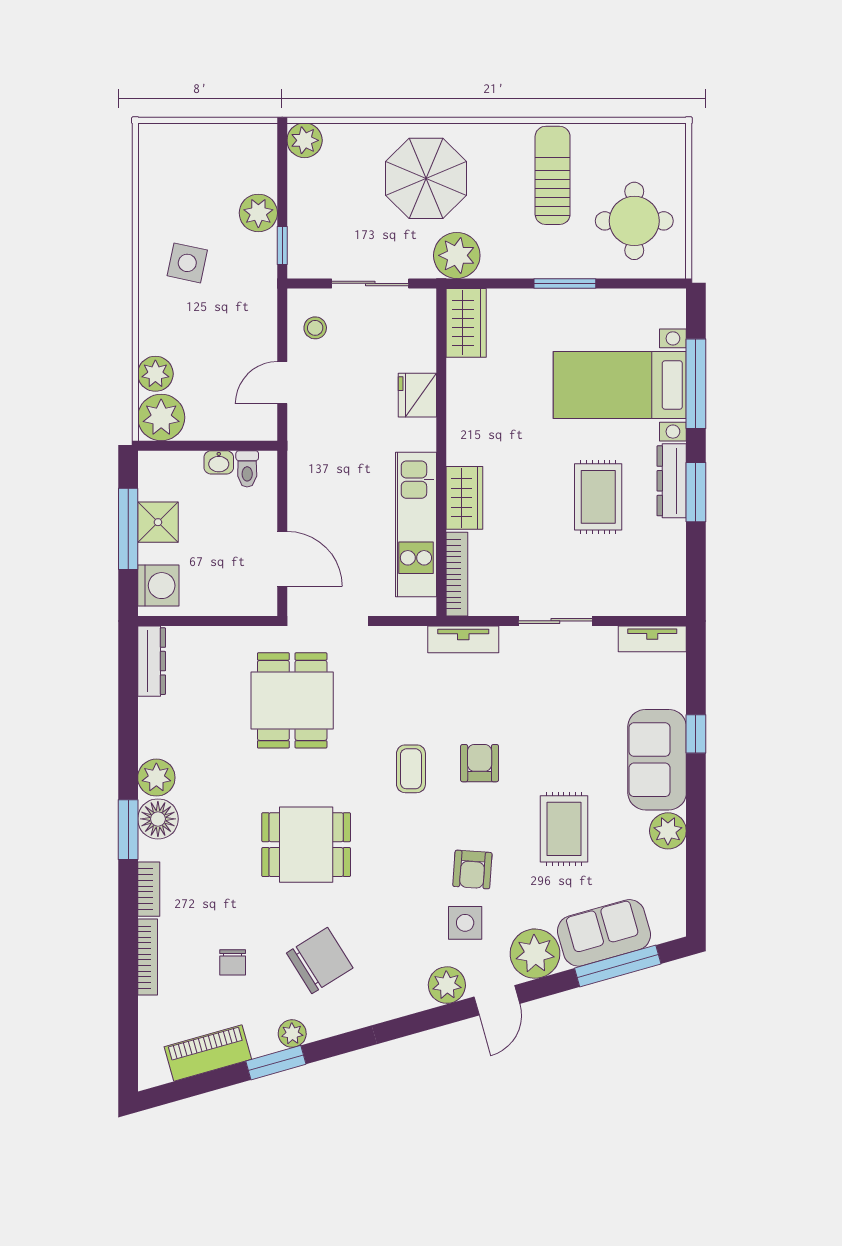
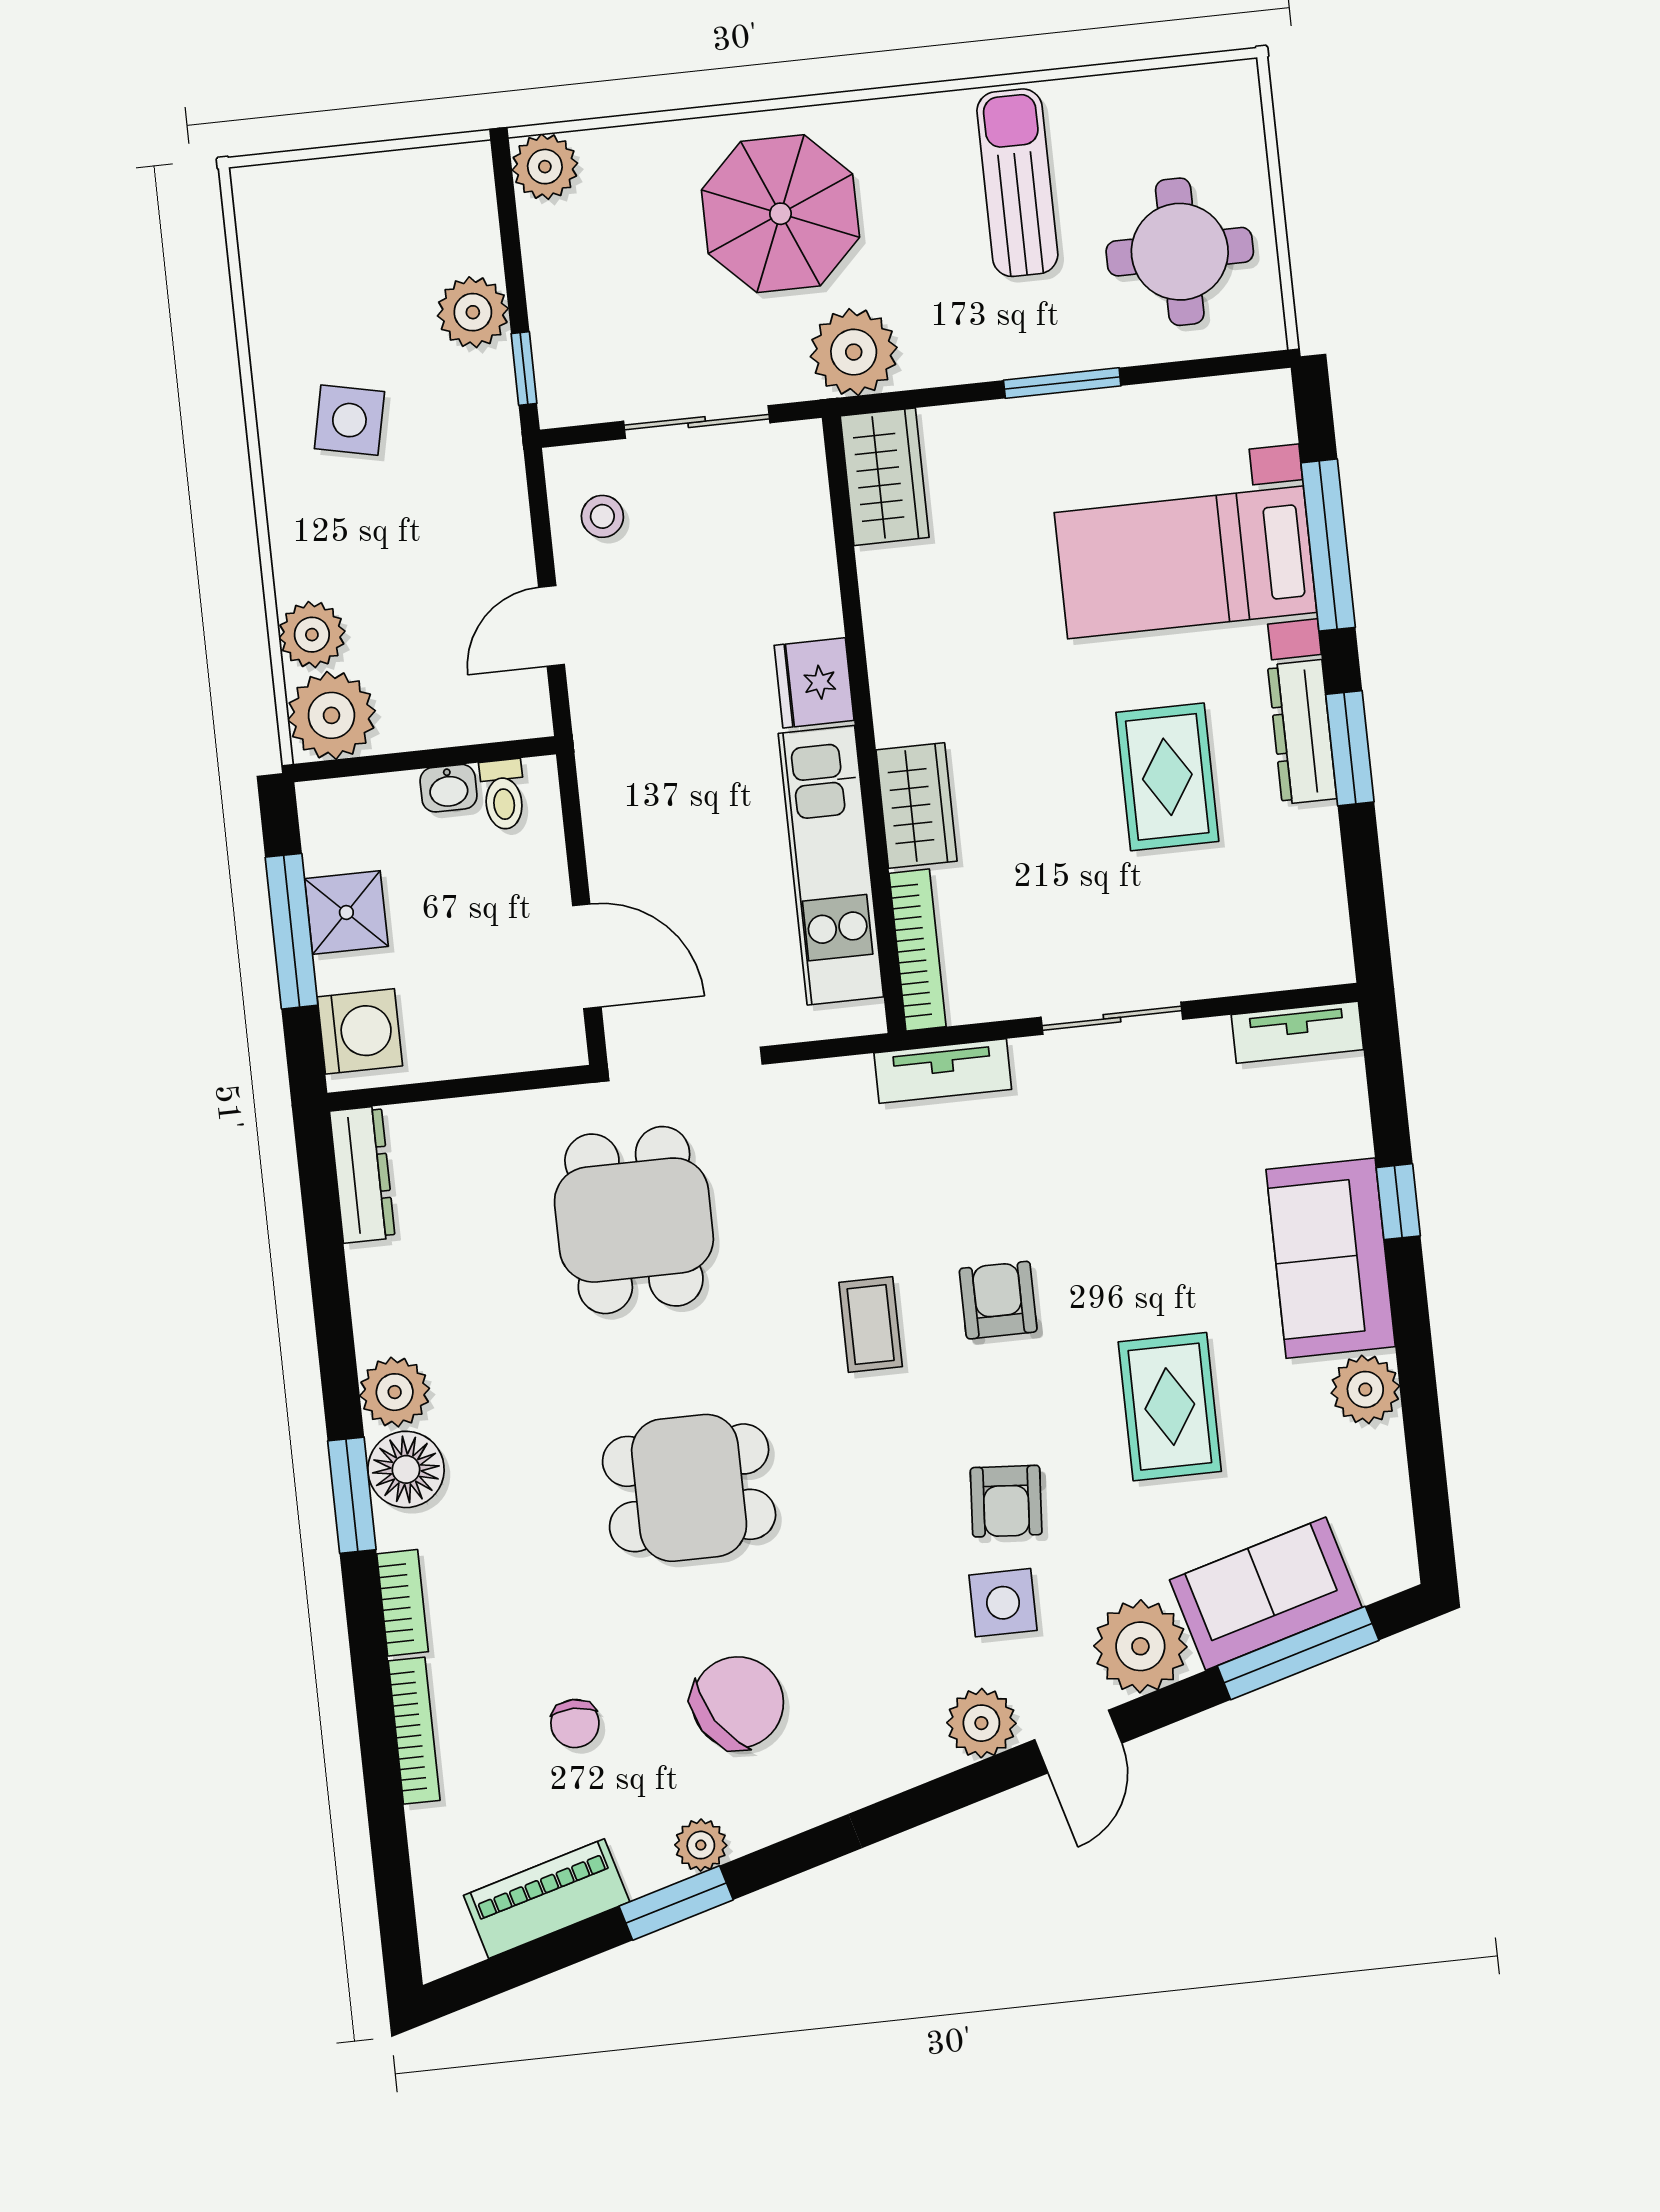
fridge: (417, 395) -> (814, 683), moved

